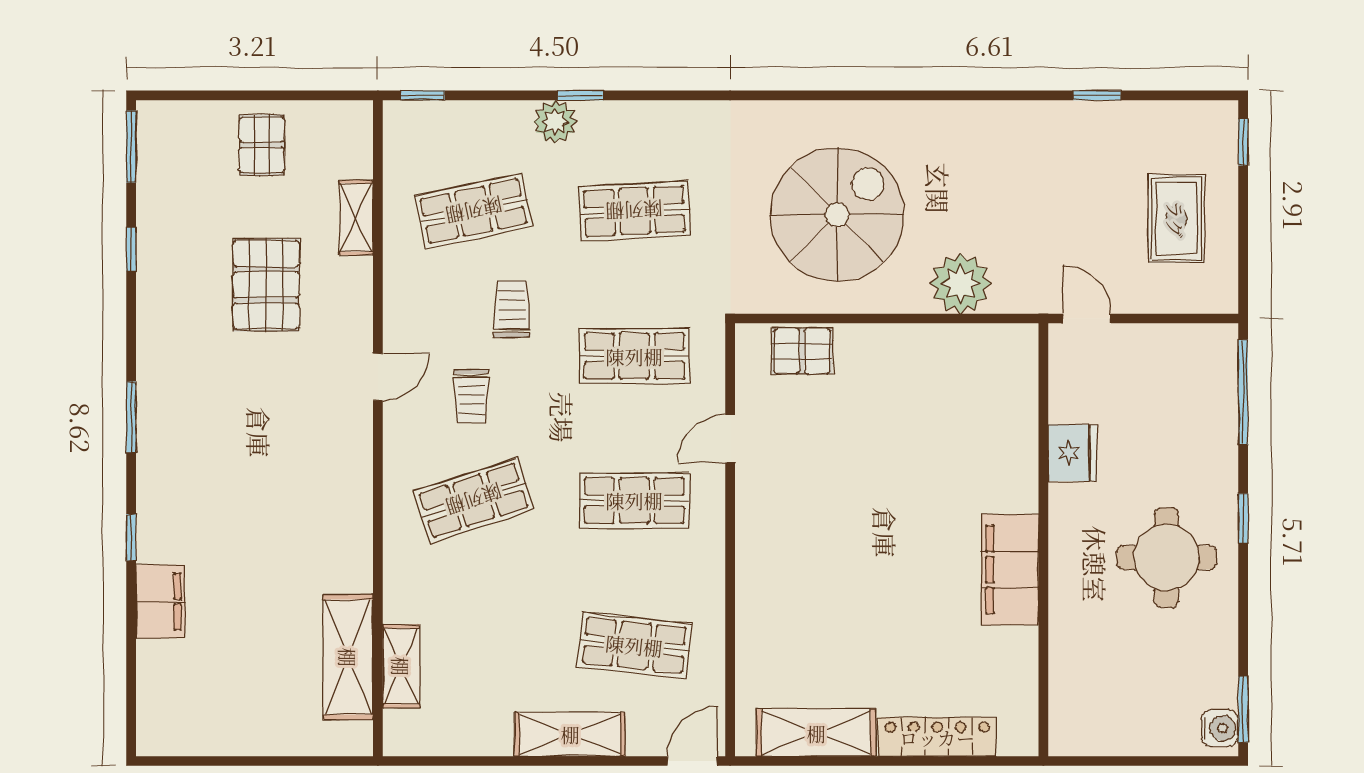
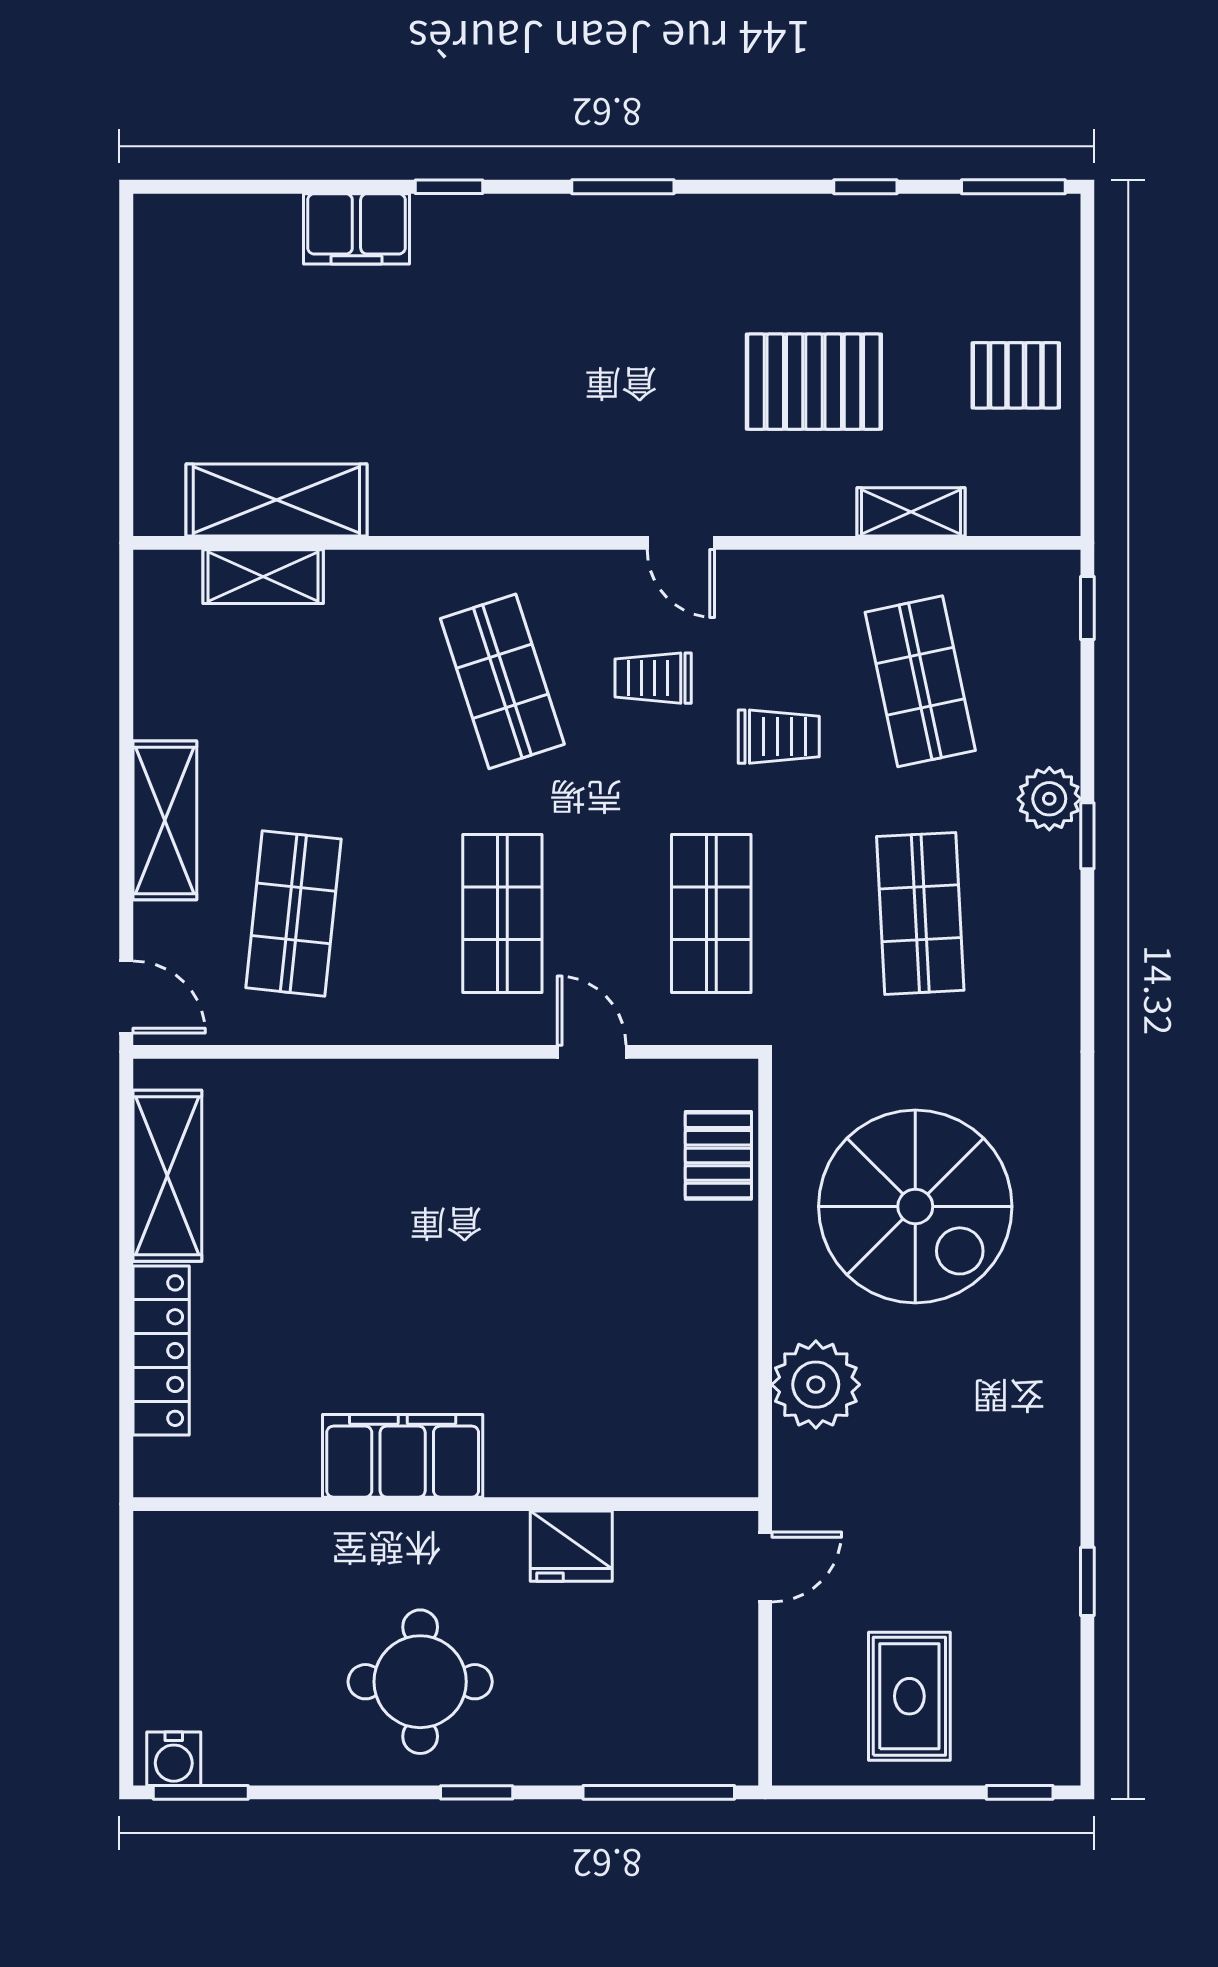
rug: (1176, 219) -> (909, 1696), turned 90

